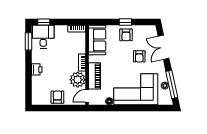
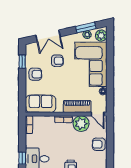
window: (125, 22) -> (22, 62), moved
window: (172, 84) -> (86, 28), width x0.69
plant: (164, 99) -> (101, 36), added

